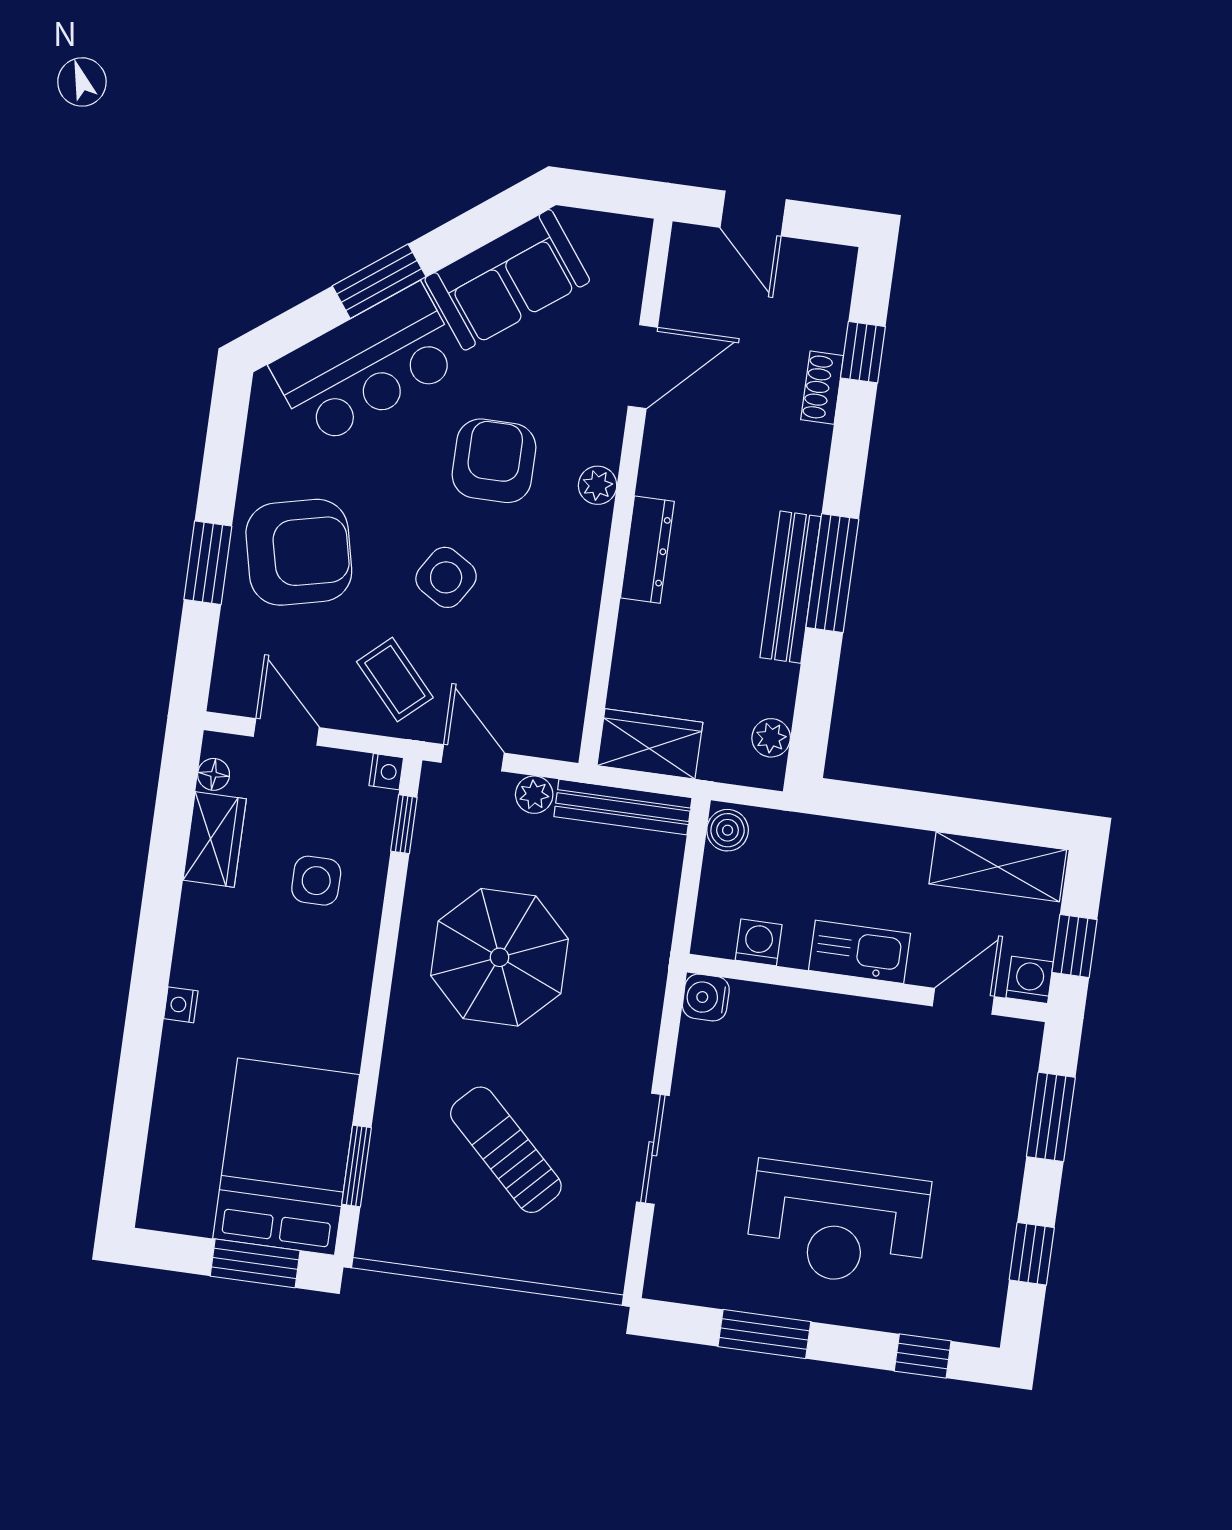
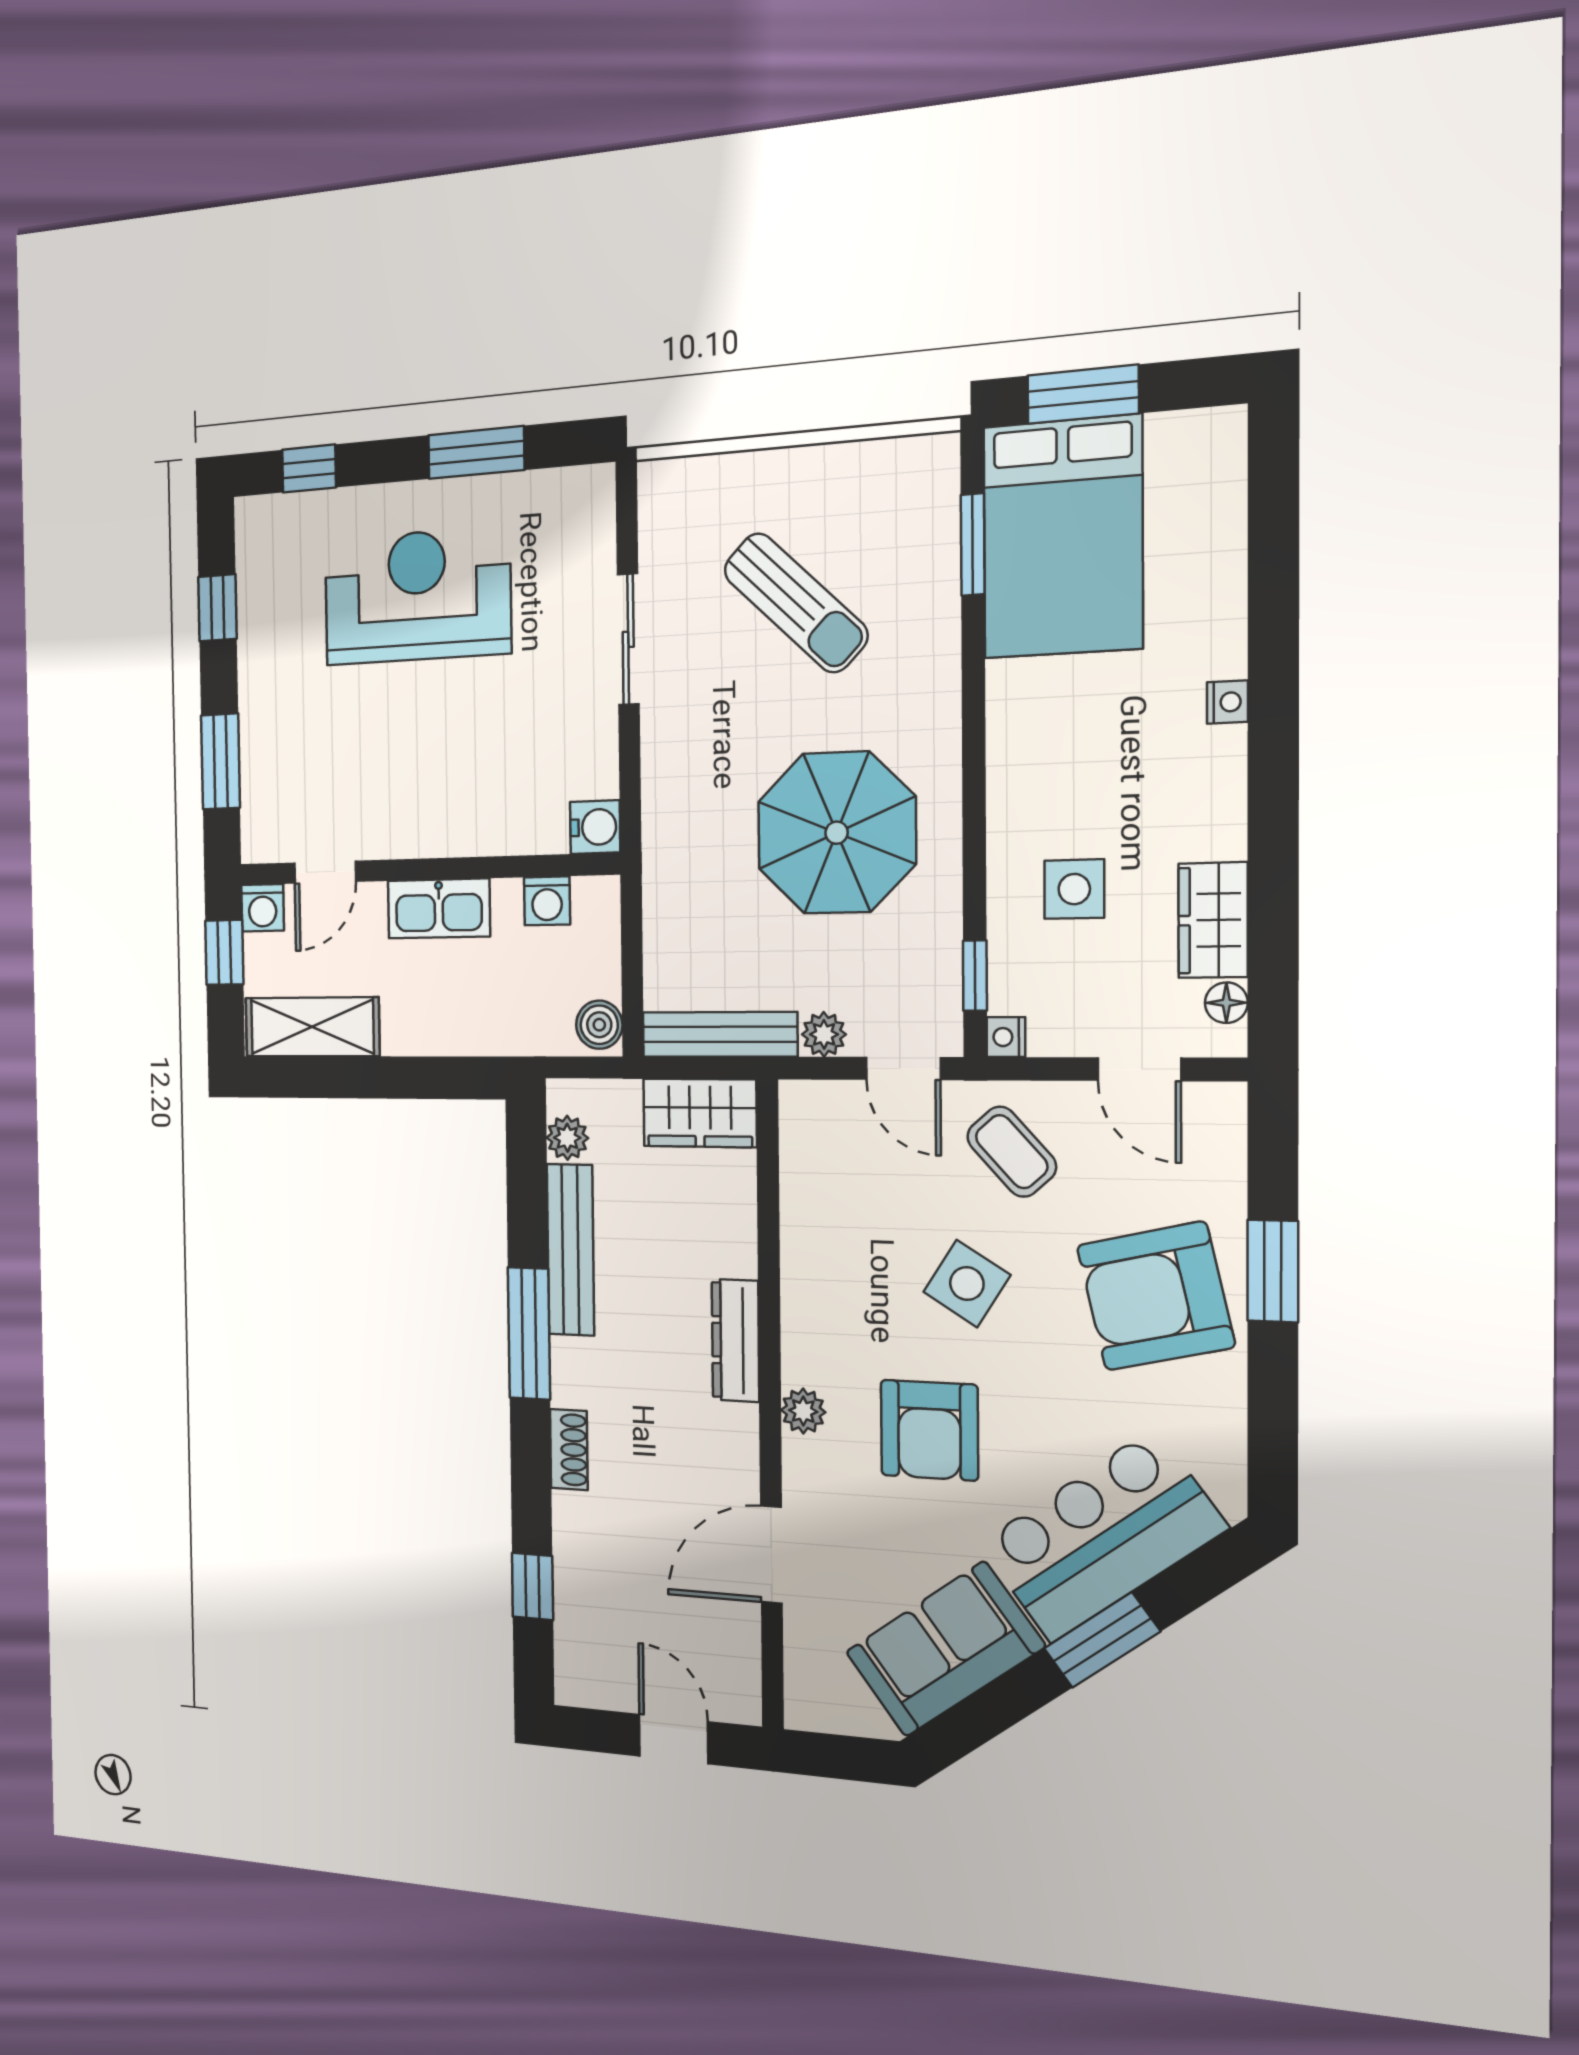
shoe rack: (822, 388) -> (569, 1450), moved
bench: (790, 587) -> (570, 1250), moved

